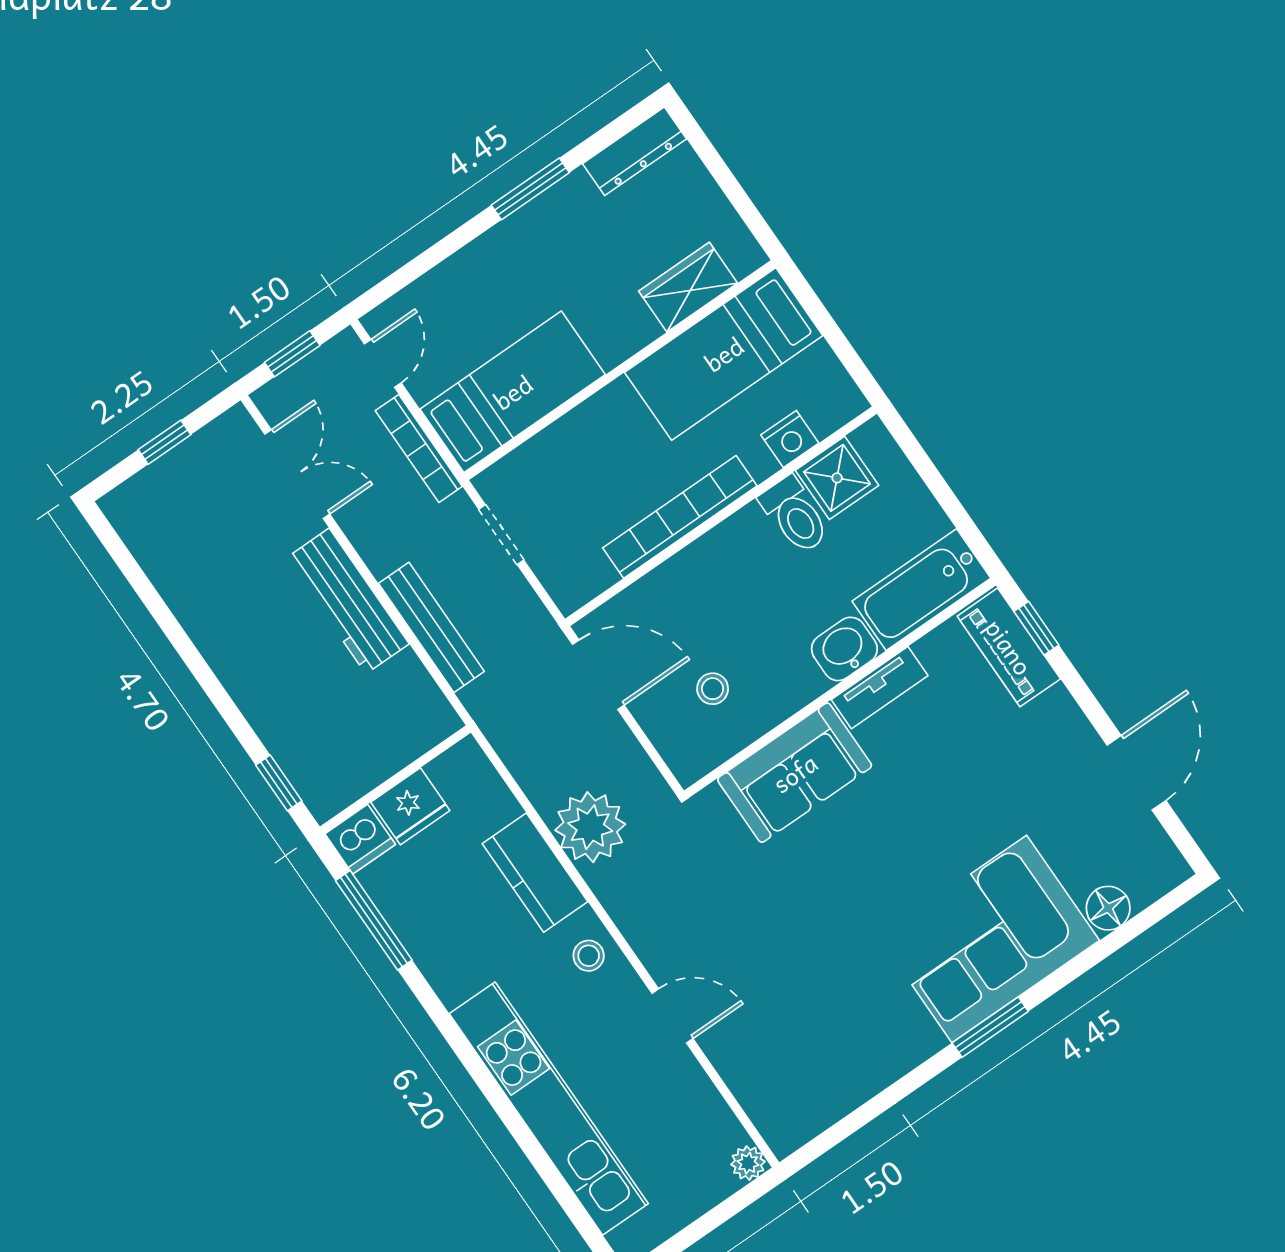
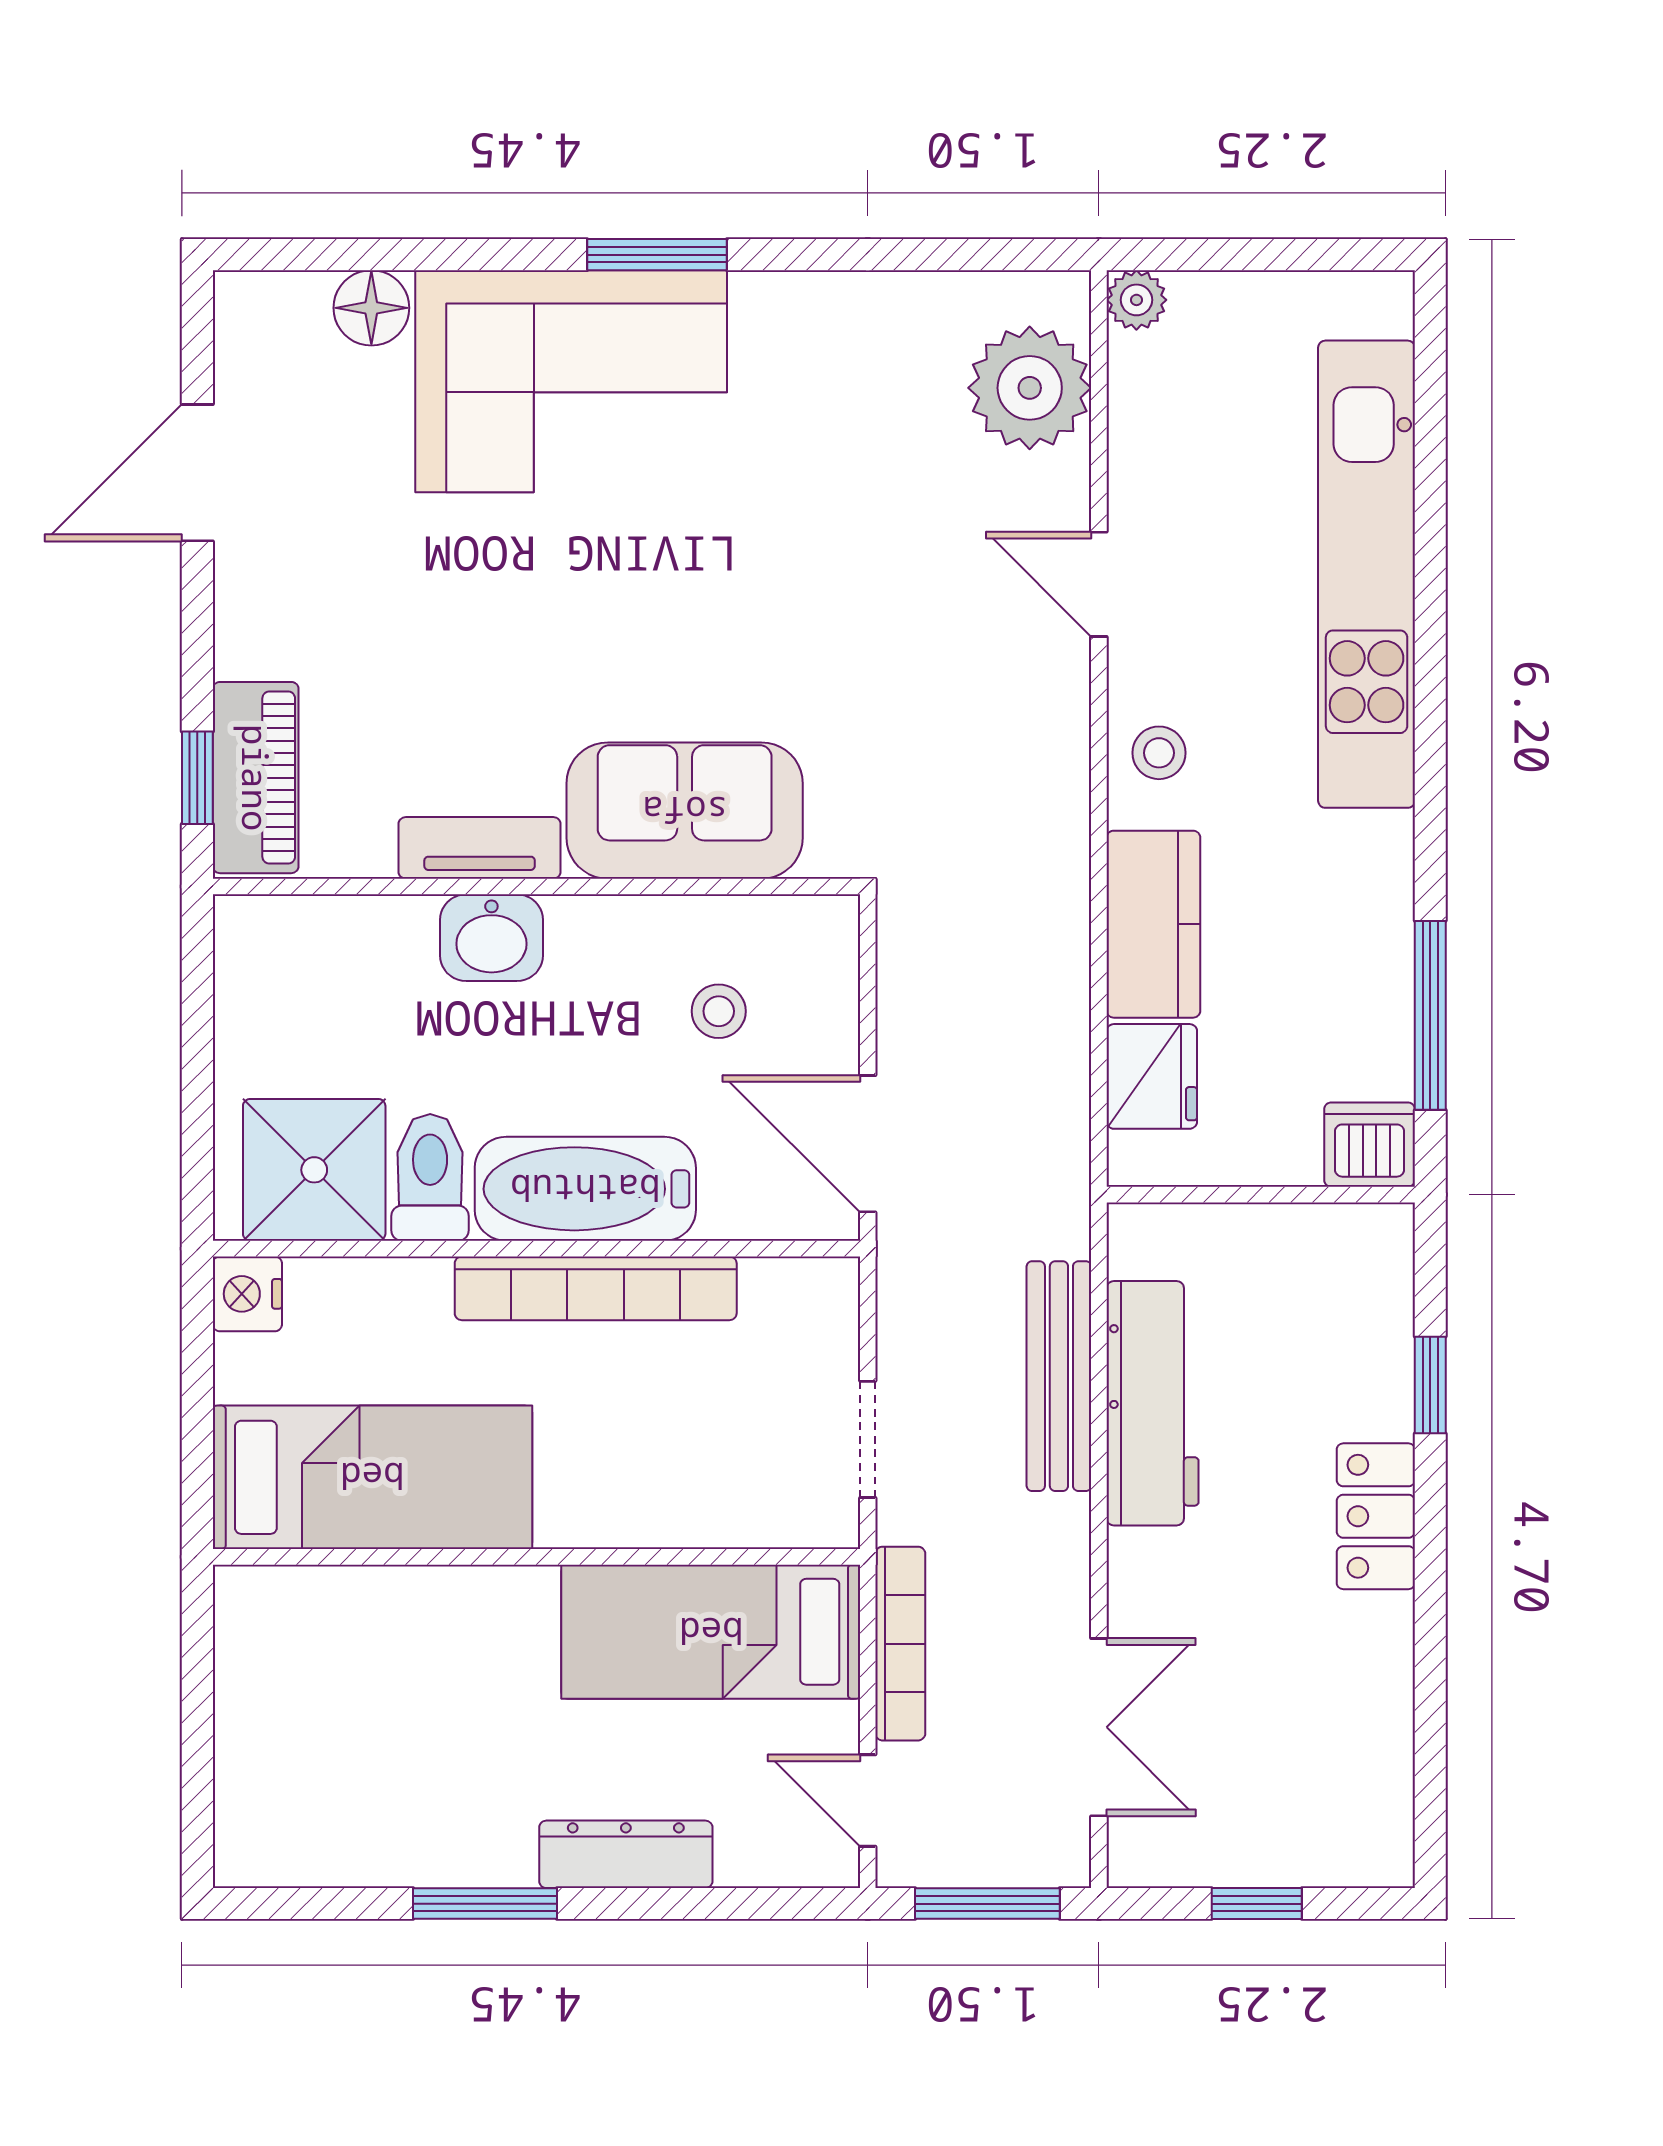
dresser: (635, 151) -> (626, 1854), moved
wardrobe: (688, 287) -> (357, 1608), removed
window: (292, 354) -> (987, 1904), width x1.50
door: (383, 363) -> (868, 1801), hinge flipped
nightstand: (790, 439) -> (247, 1294), moved, turned -90
double door: (297, 474) -> (1099, 1727), swing flipped
shower: (837, 478) -> (314, 1170), width x1.36, depth x1.36
bathtub: (921, 590) -> (585, 1189), moved, turned 180
workbench: (348, 601) -> (1153, 1403), moved
locker: (235, 665) -> (1376, 1516), added
window: (279, 783) -> (1430, 1385), moved
fridge: (410, 806) -> (1152, 1076), moved, turned 90
plant: (590, 827) -> (1030, 388), moved

